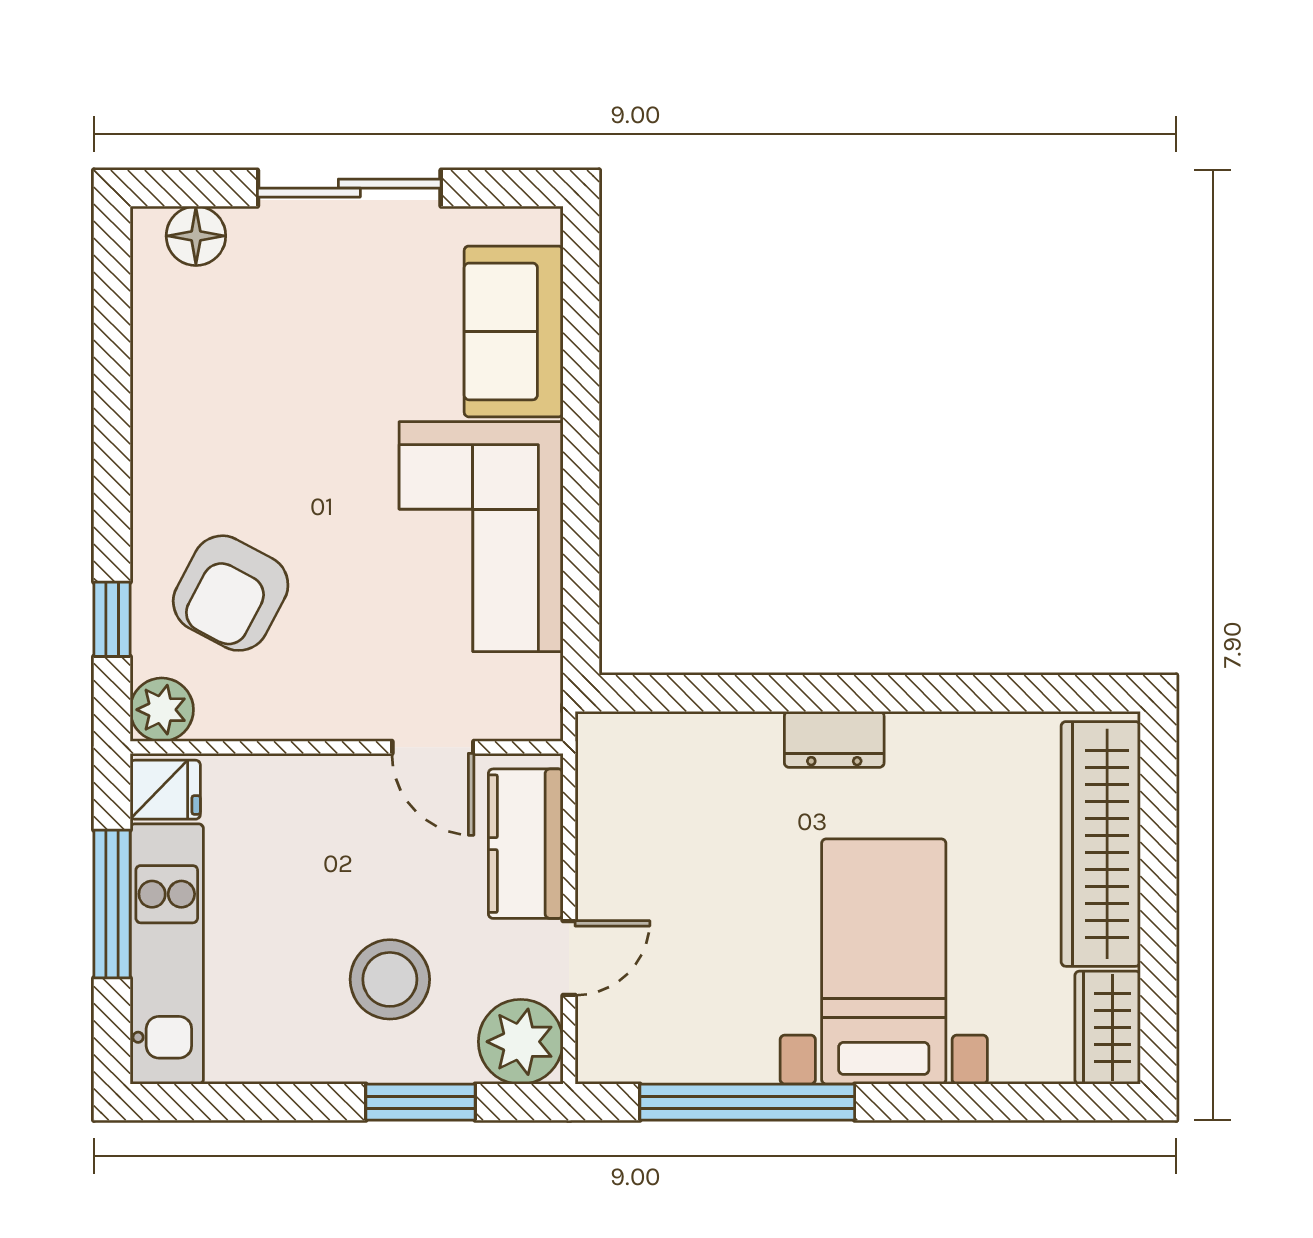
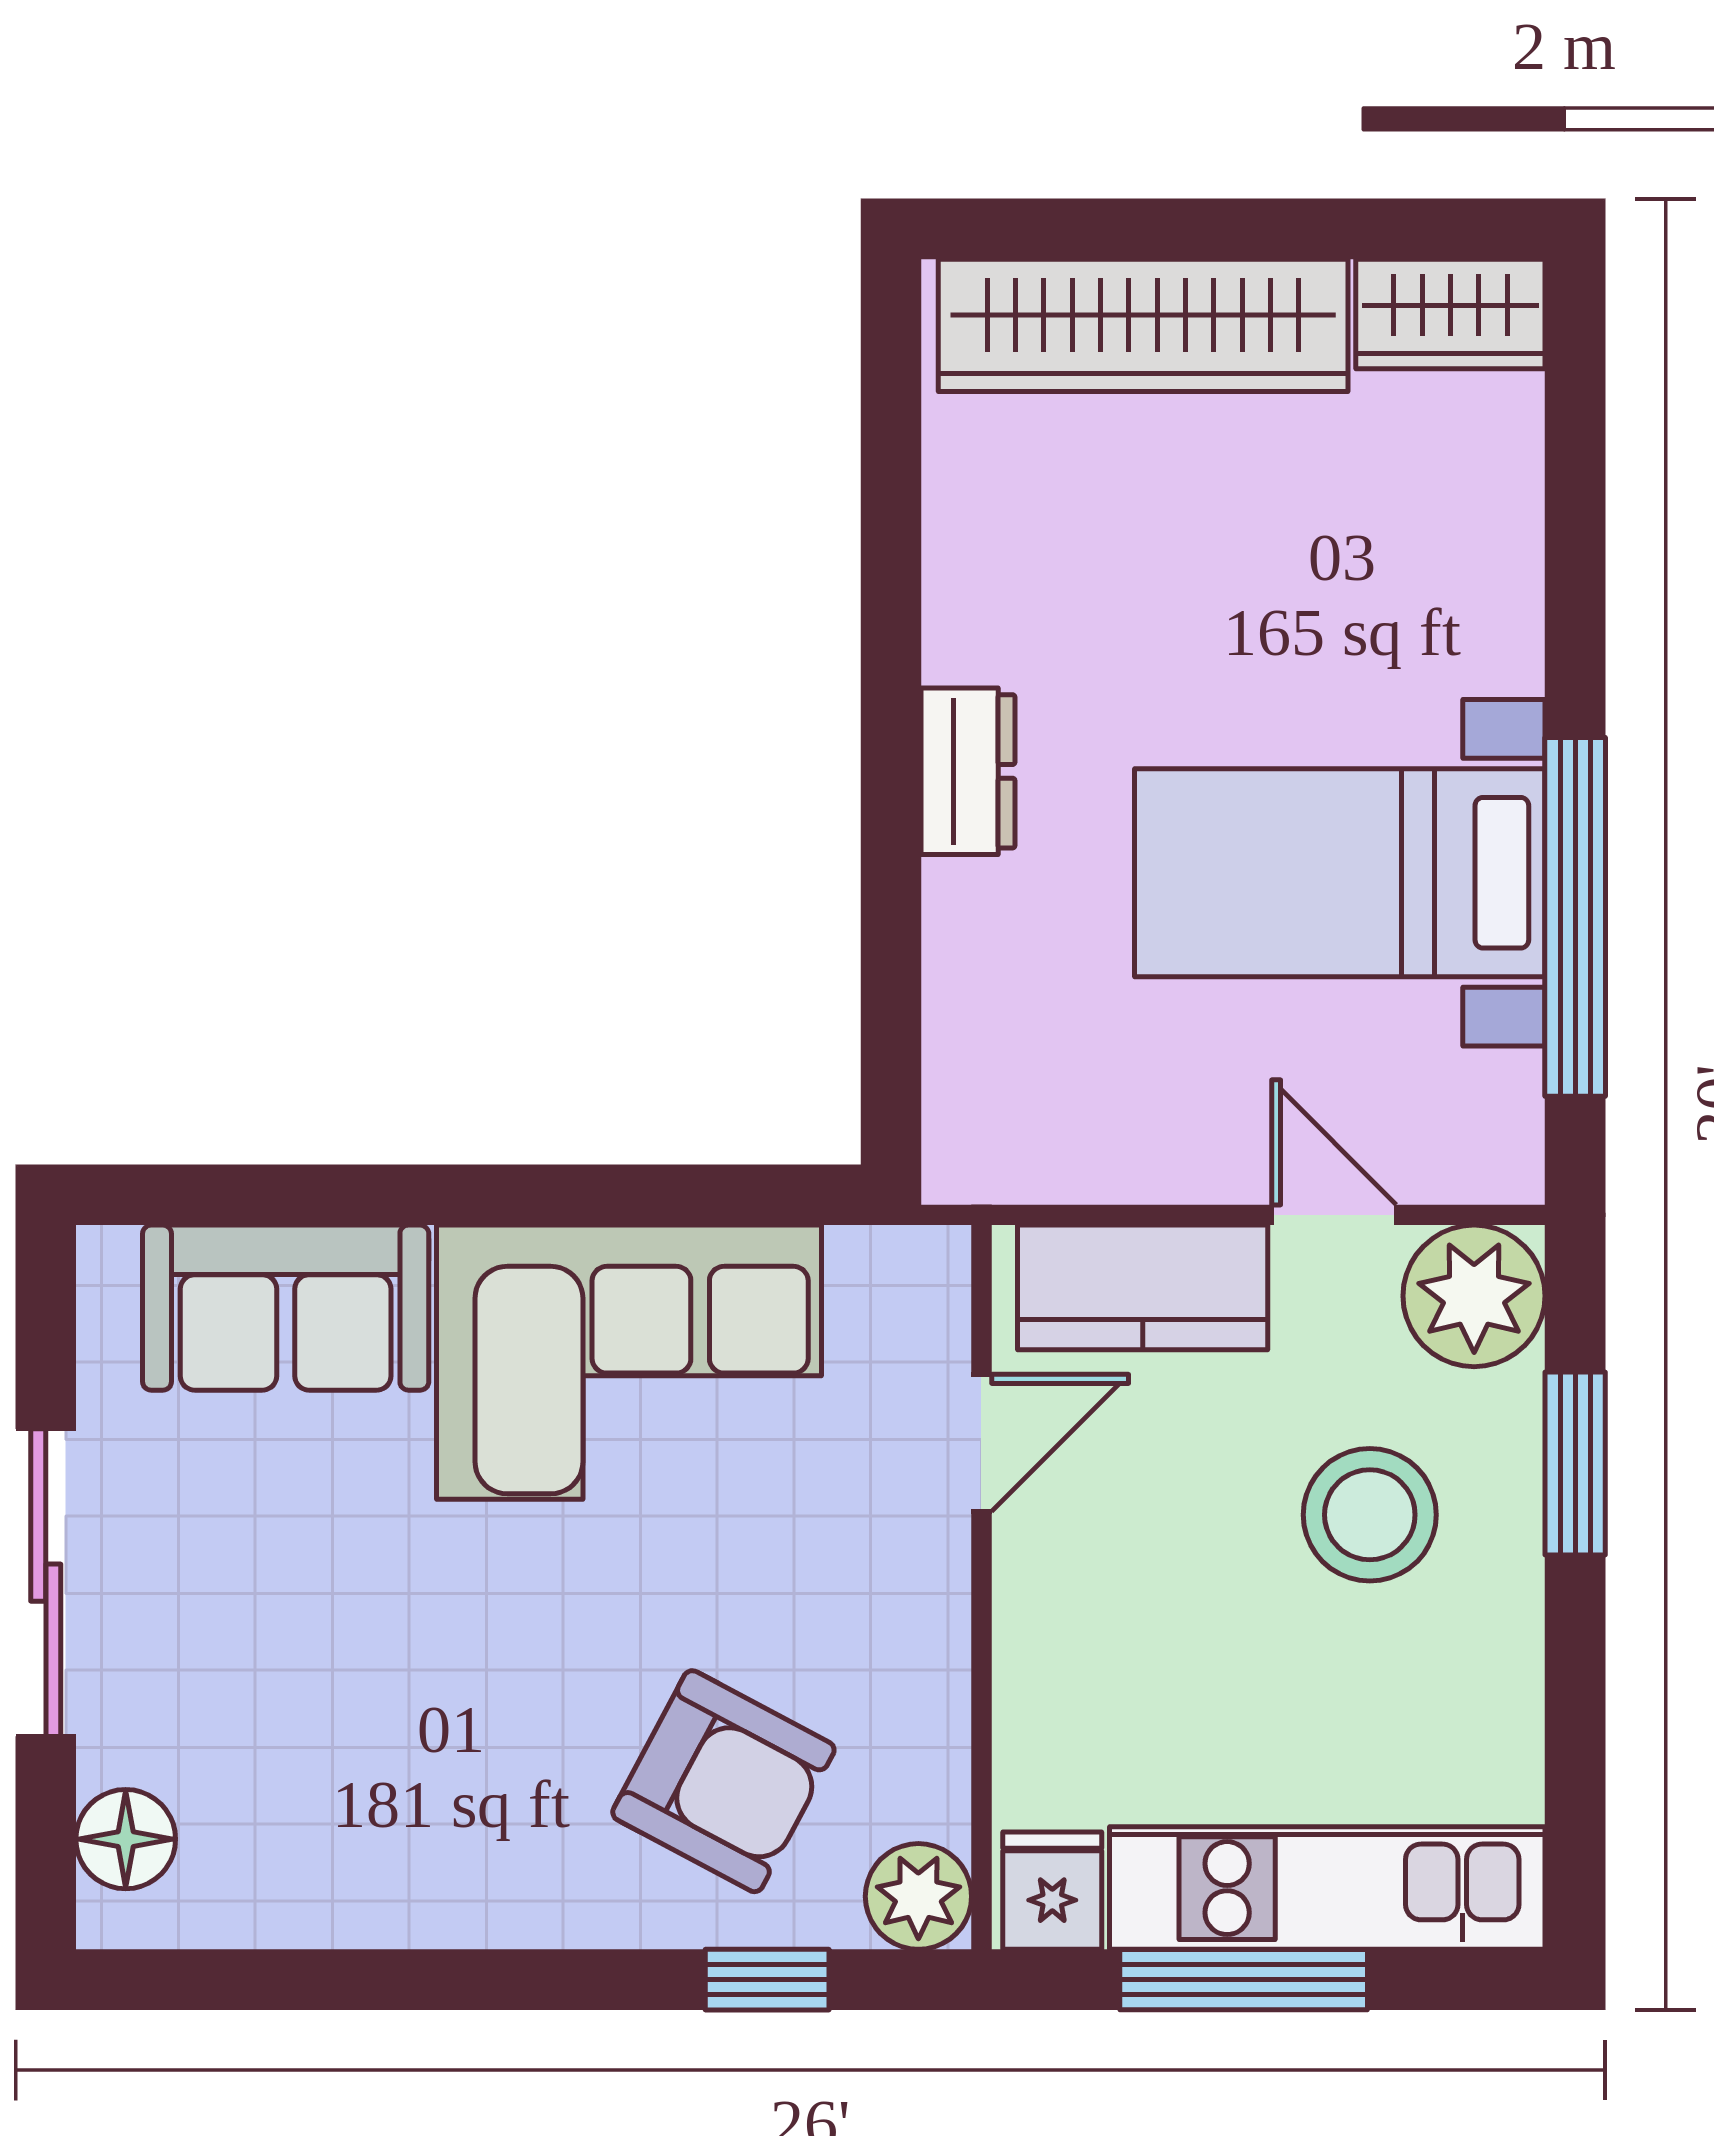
bed with nightstands: (884, 961) -> (1340, 873), moved

